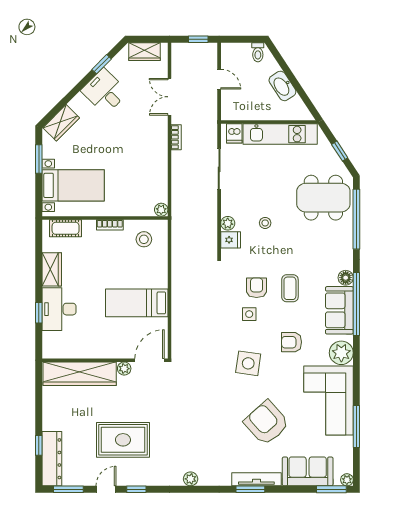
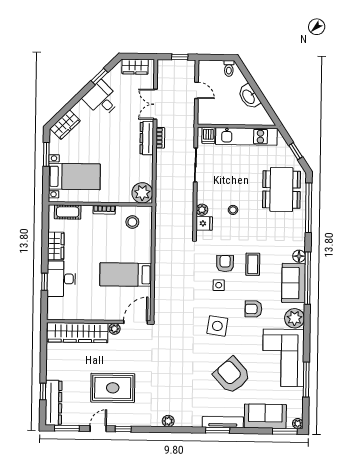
dresser: (160, 138) -> (147, 138), added
dining table: (323, 198) -> (281, 190), turned 90
plant: (161, 210) -> (142, 193), width x1.88, depth x1.88

